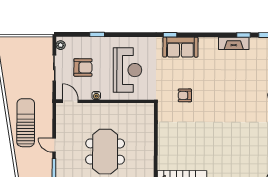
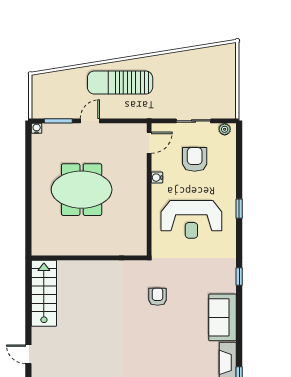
window: (97, 34) -> (239, 209), moved
sofa: (180, 47) -> (222, 317), moved
armchair: (83, 67) -> (195, 159), turned 180
sun lounger: (26, 123) -> (120, 83), turned 180

